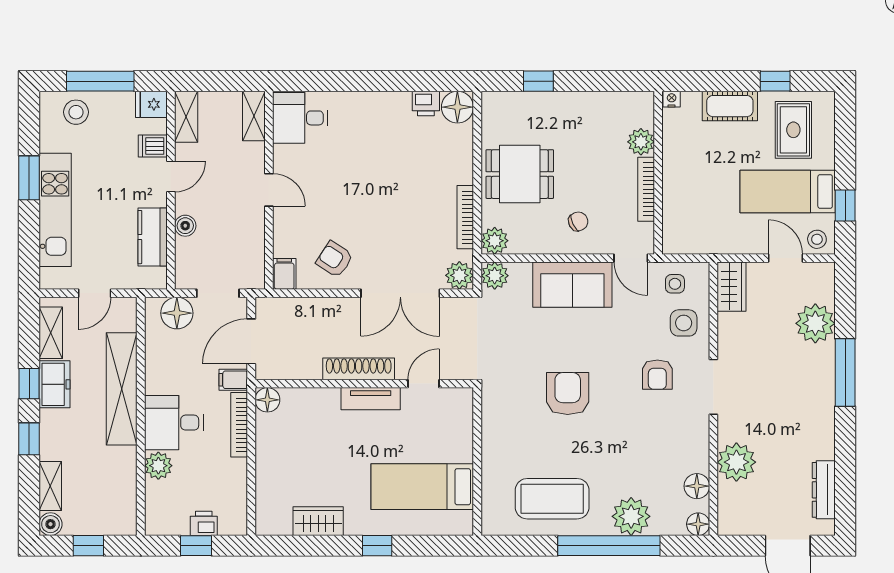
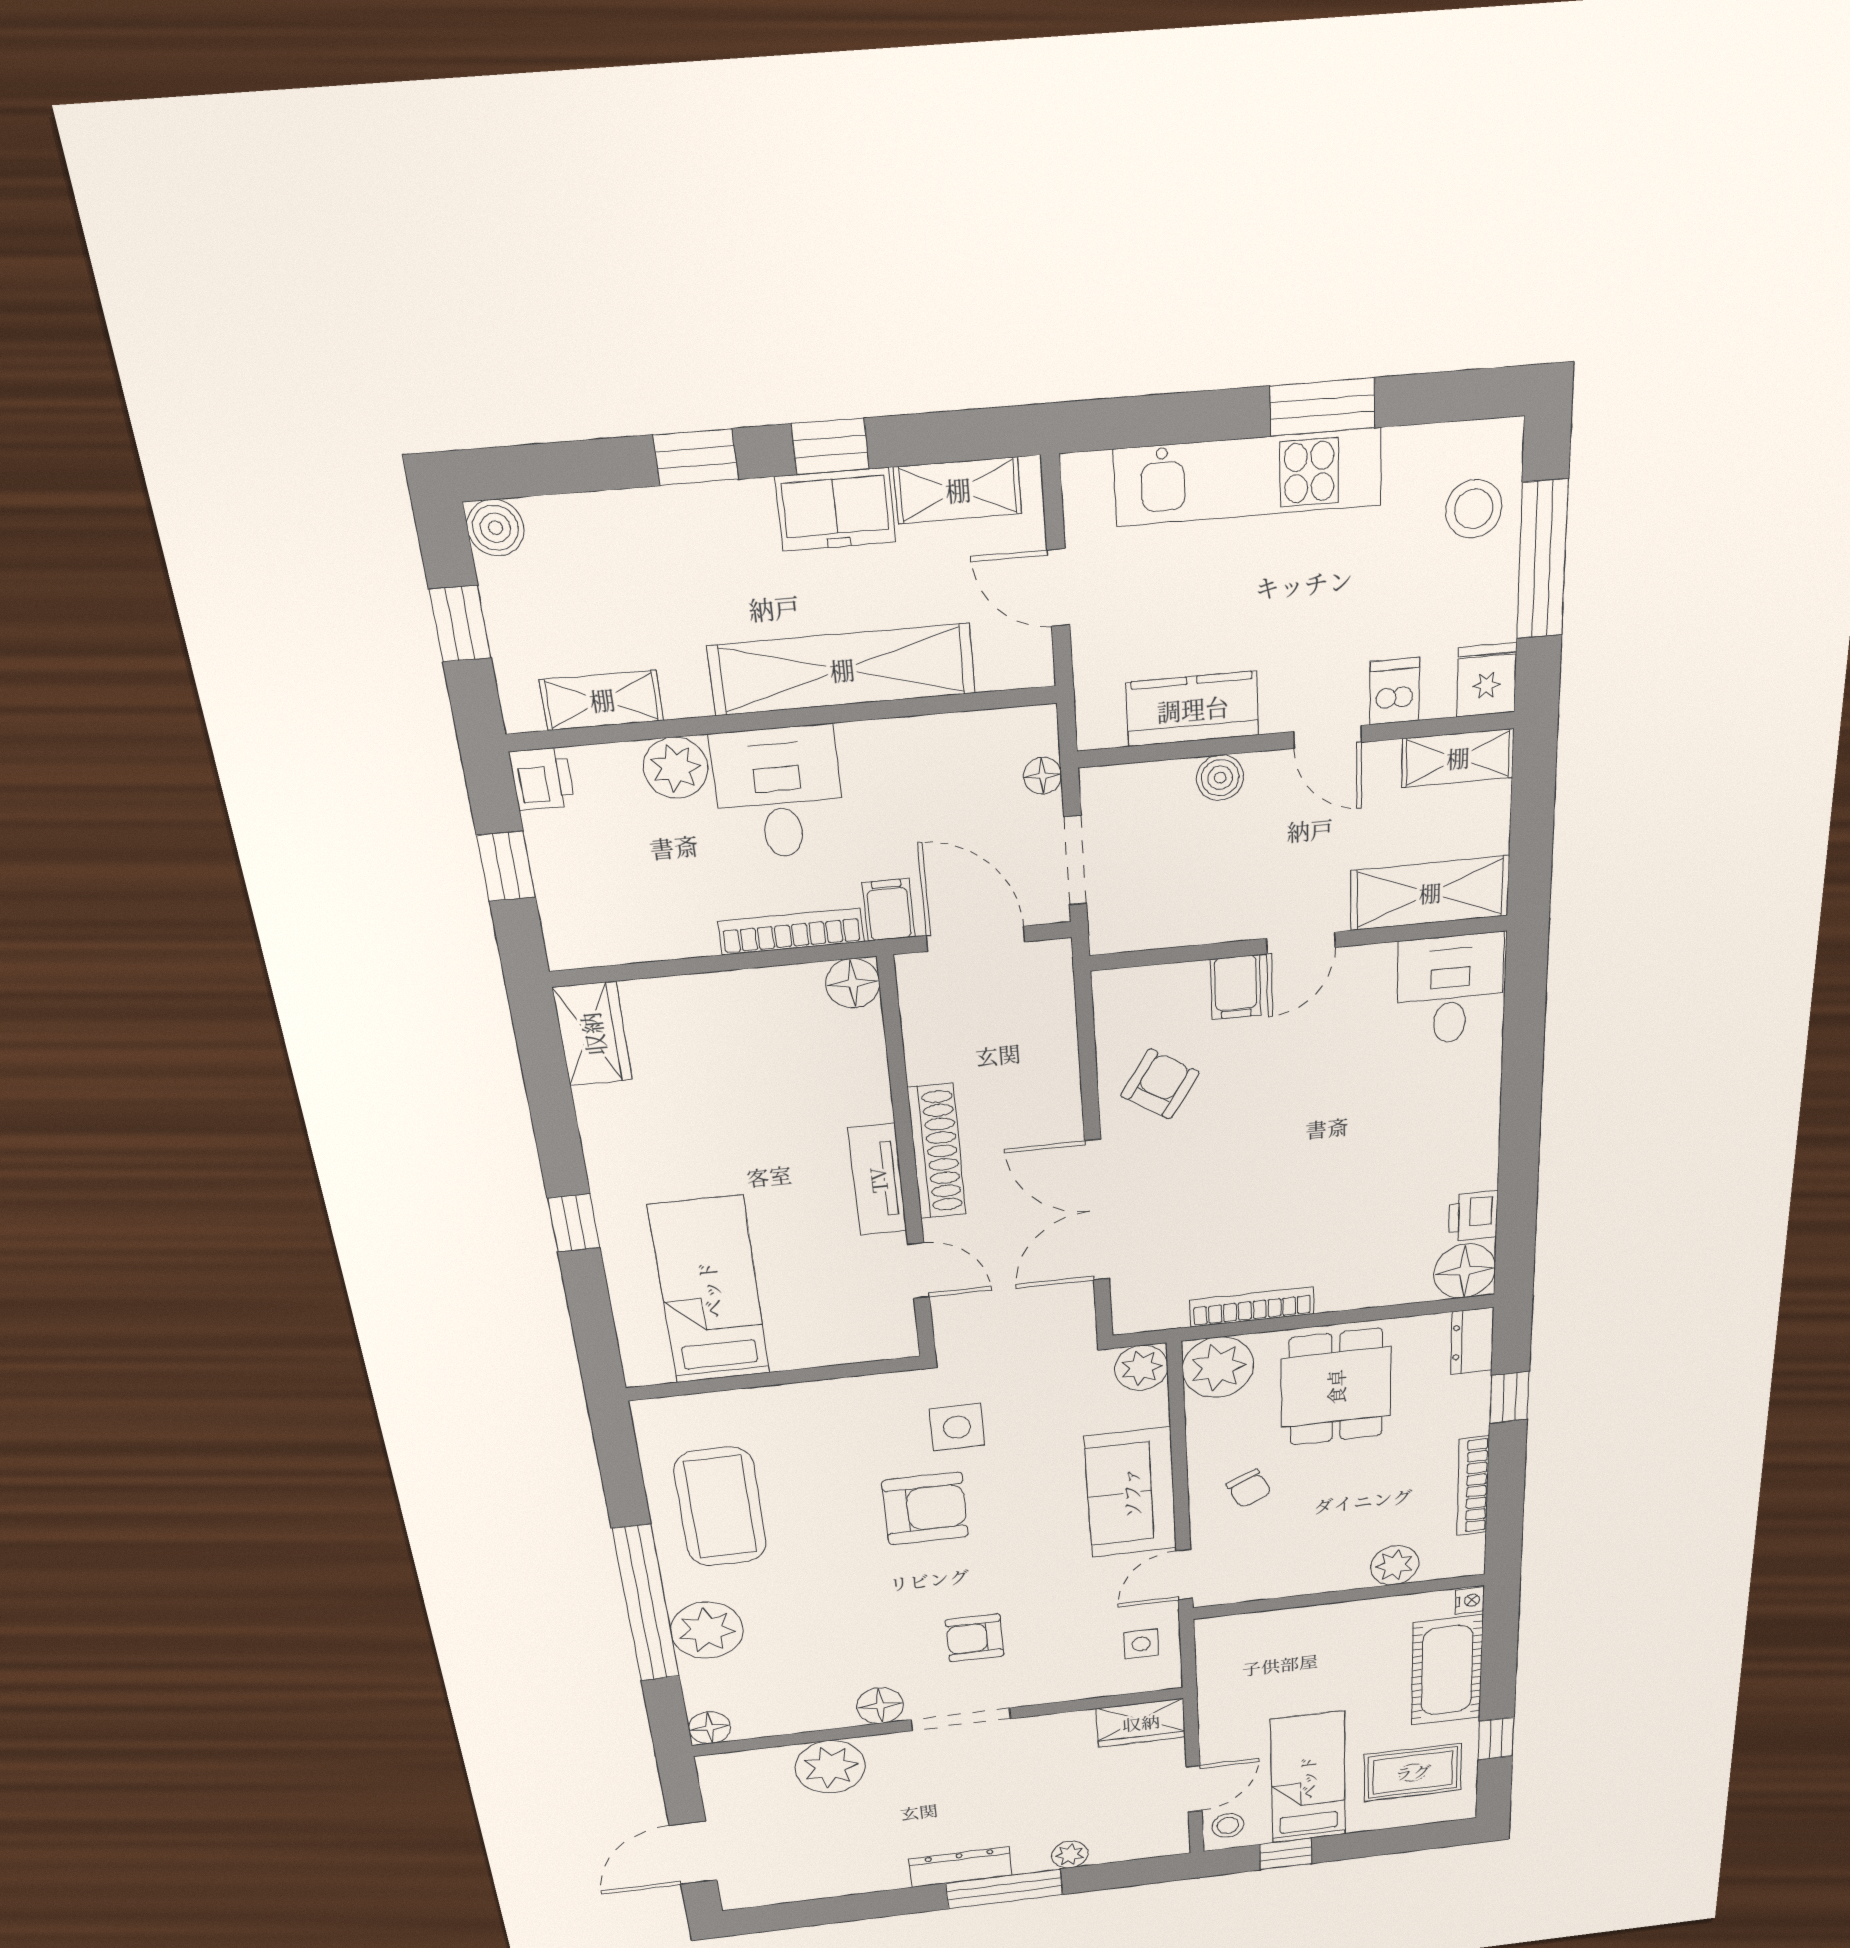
dresser: (500, 102) -> (1472, 1341), added
cot: (730, 106) -> (1447, 1670), width x1.37, depth x1.34
shelving: (254, 116) -> (1430, 893), width x1.50, depth x1.33
bookcase: (646, 189) -> (1473, 1486), moved, turned -90
plant: (495, 241) -> (1218, 1367), width x1.36, depth x1.36
filing cabinet: (284, 274) -> (1236, 987), moved, turned 90
plant: (459, 275) -> (1138, 1309), removed
floor lamp: (177, 313) -> (1043, 776), width x0.53, depth x0.53
side table: (684, 323) -> (957, 1427), moved
plant: (815, 323) -> (1070, 1855), width x0.53, depth x0.53
shelving: (50, 486) -> (602, 700), moved
floor lamp: (697, 486) -> (880, 1706), moved
dresser: (824, 490) -> (960, 1867), moved
wardrobe: (318, 521) -> (593, 1034), moved
printer: (204, 523) -> (542, 779), moved

